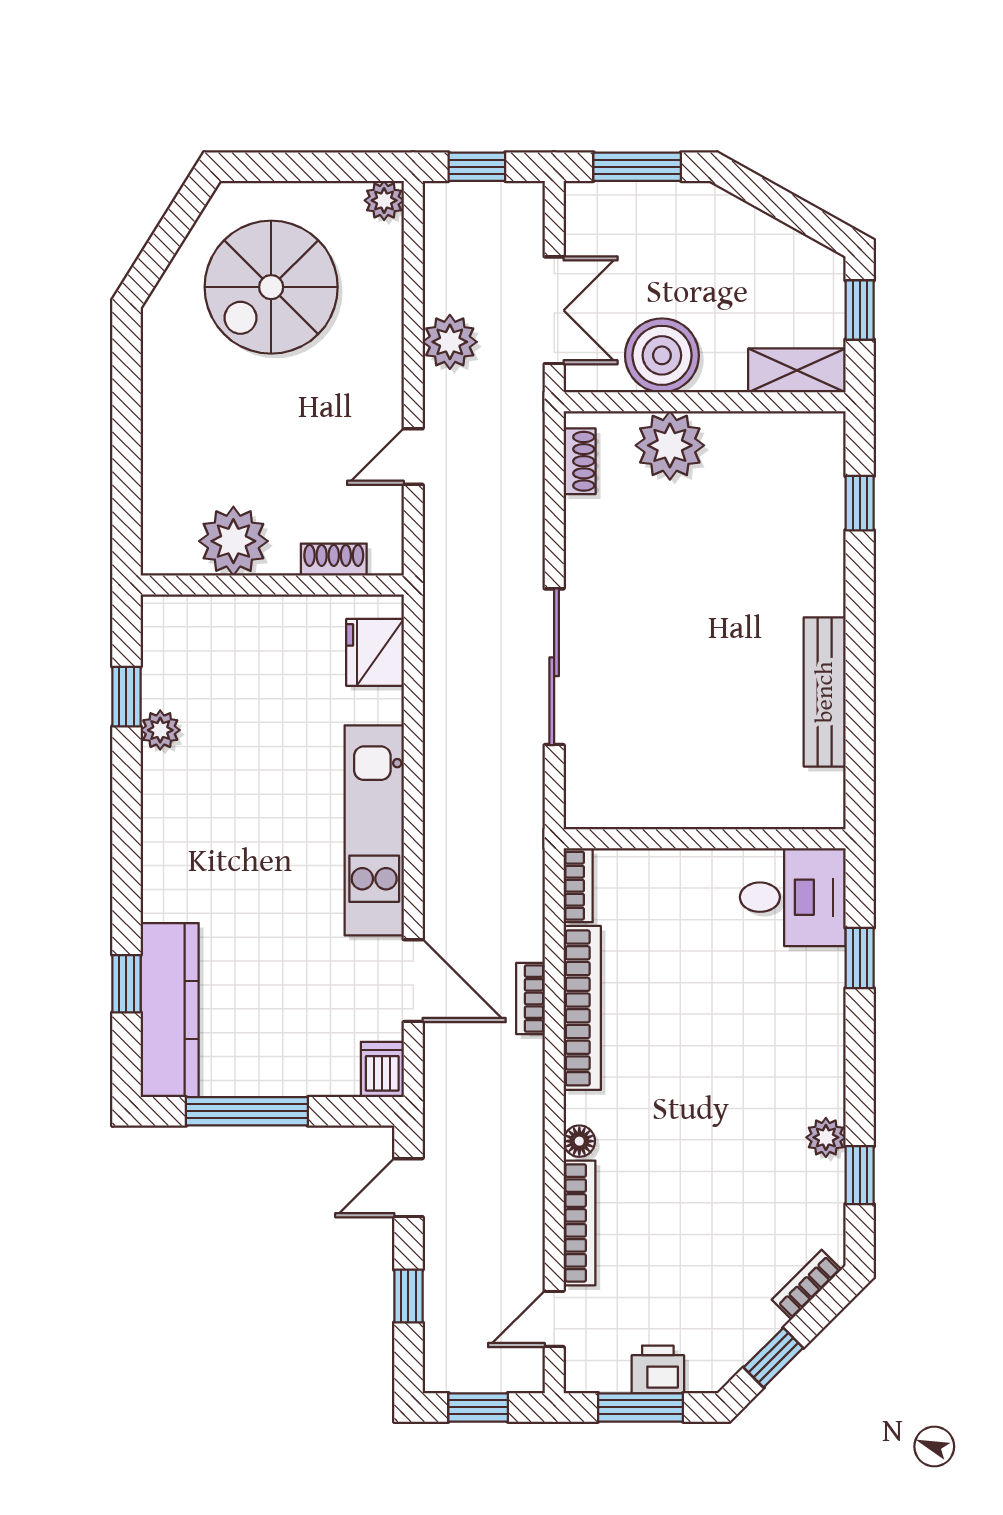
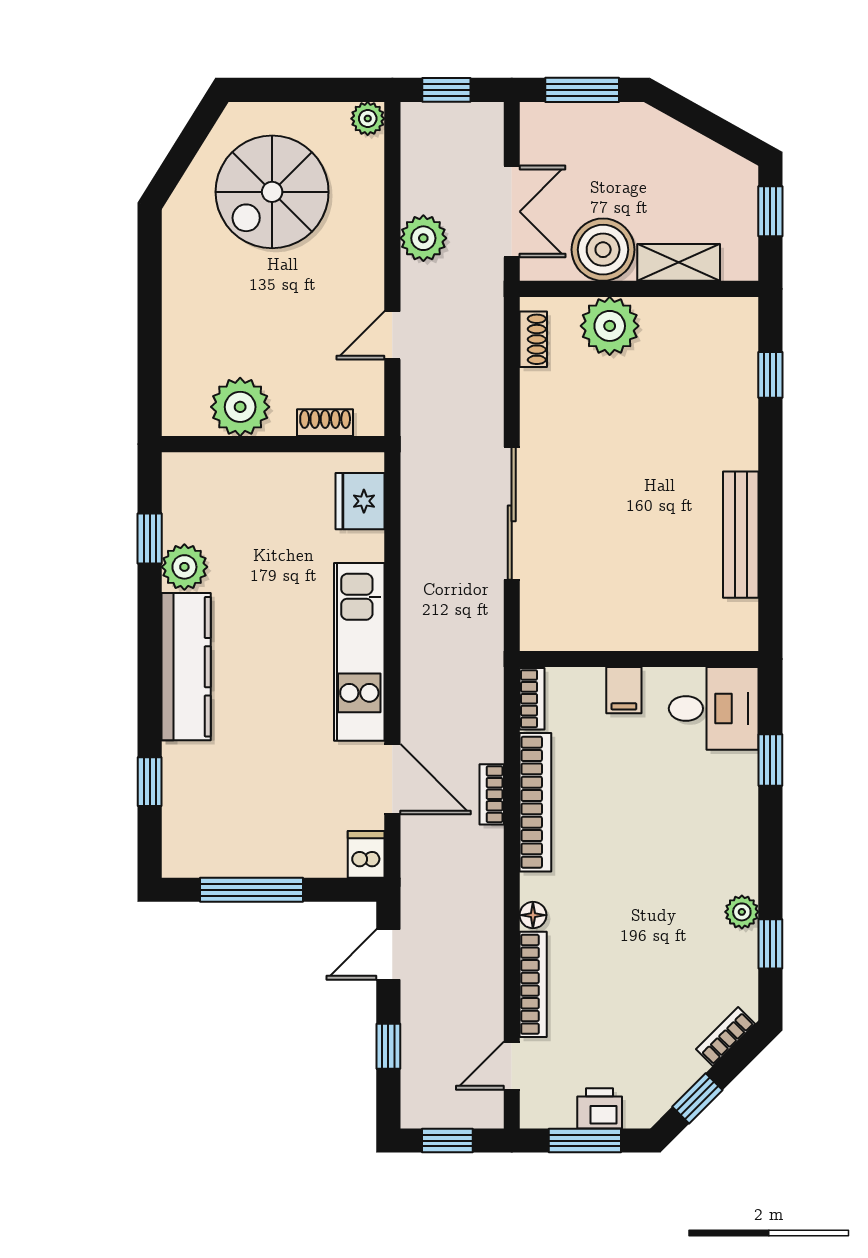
shelving: (797, 370) -> (679, 262), moved
plant: (160, 730) -> (184, 567), width x1.38, depth x1.38
filing cabinet: (687, 876) -> (624, 690), added
kitchen counter: (170, 1010) -> (186, 667), moved

